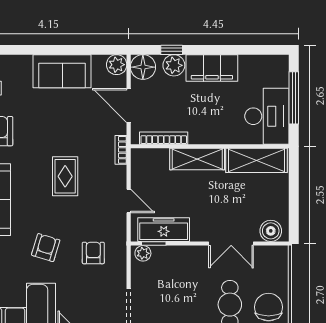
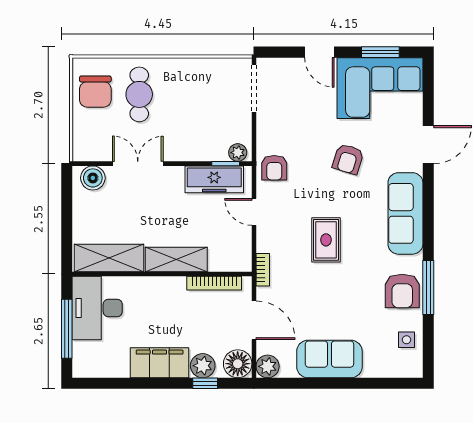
armchair: (93, 253) -> (274, 168), moved

